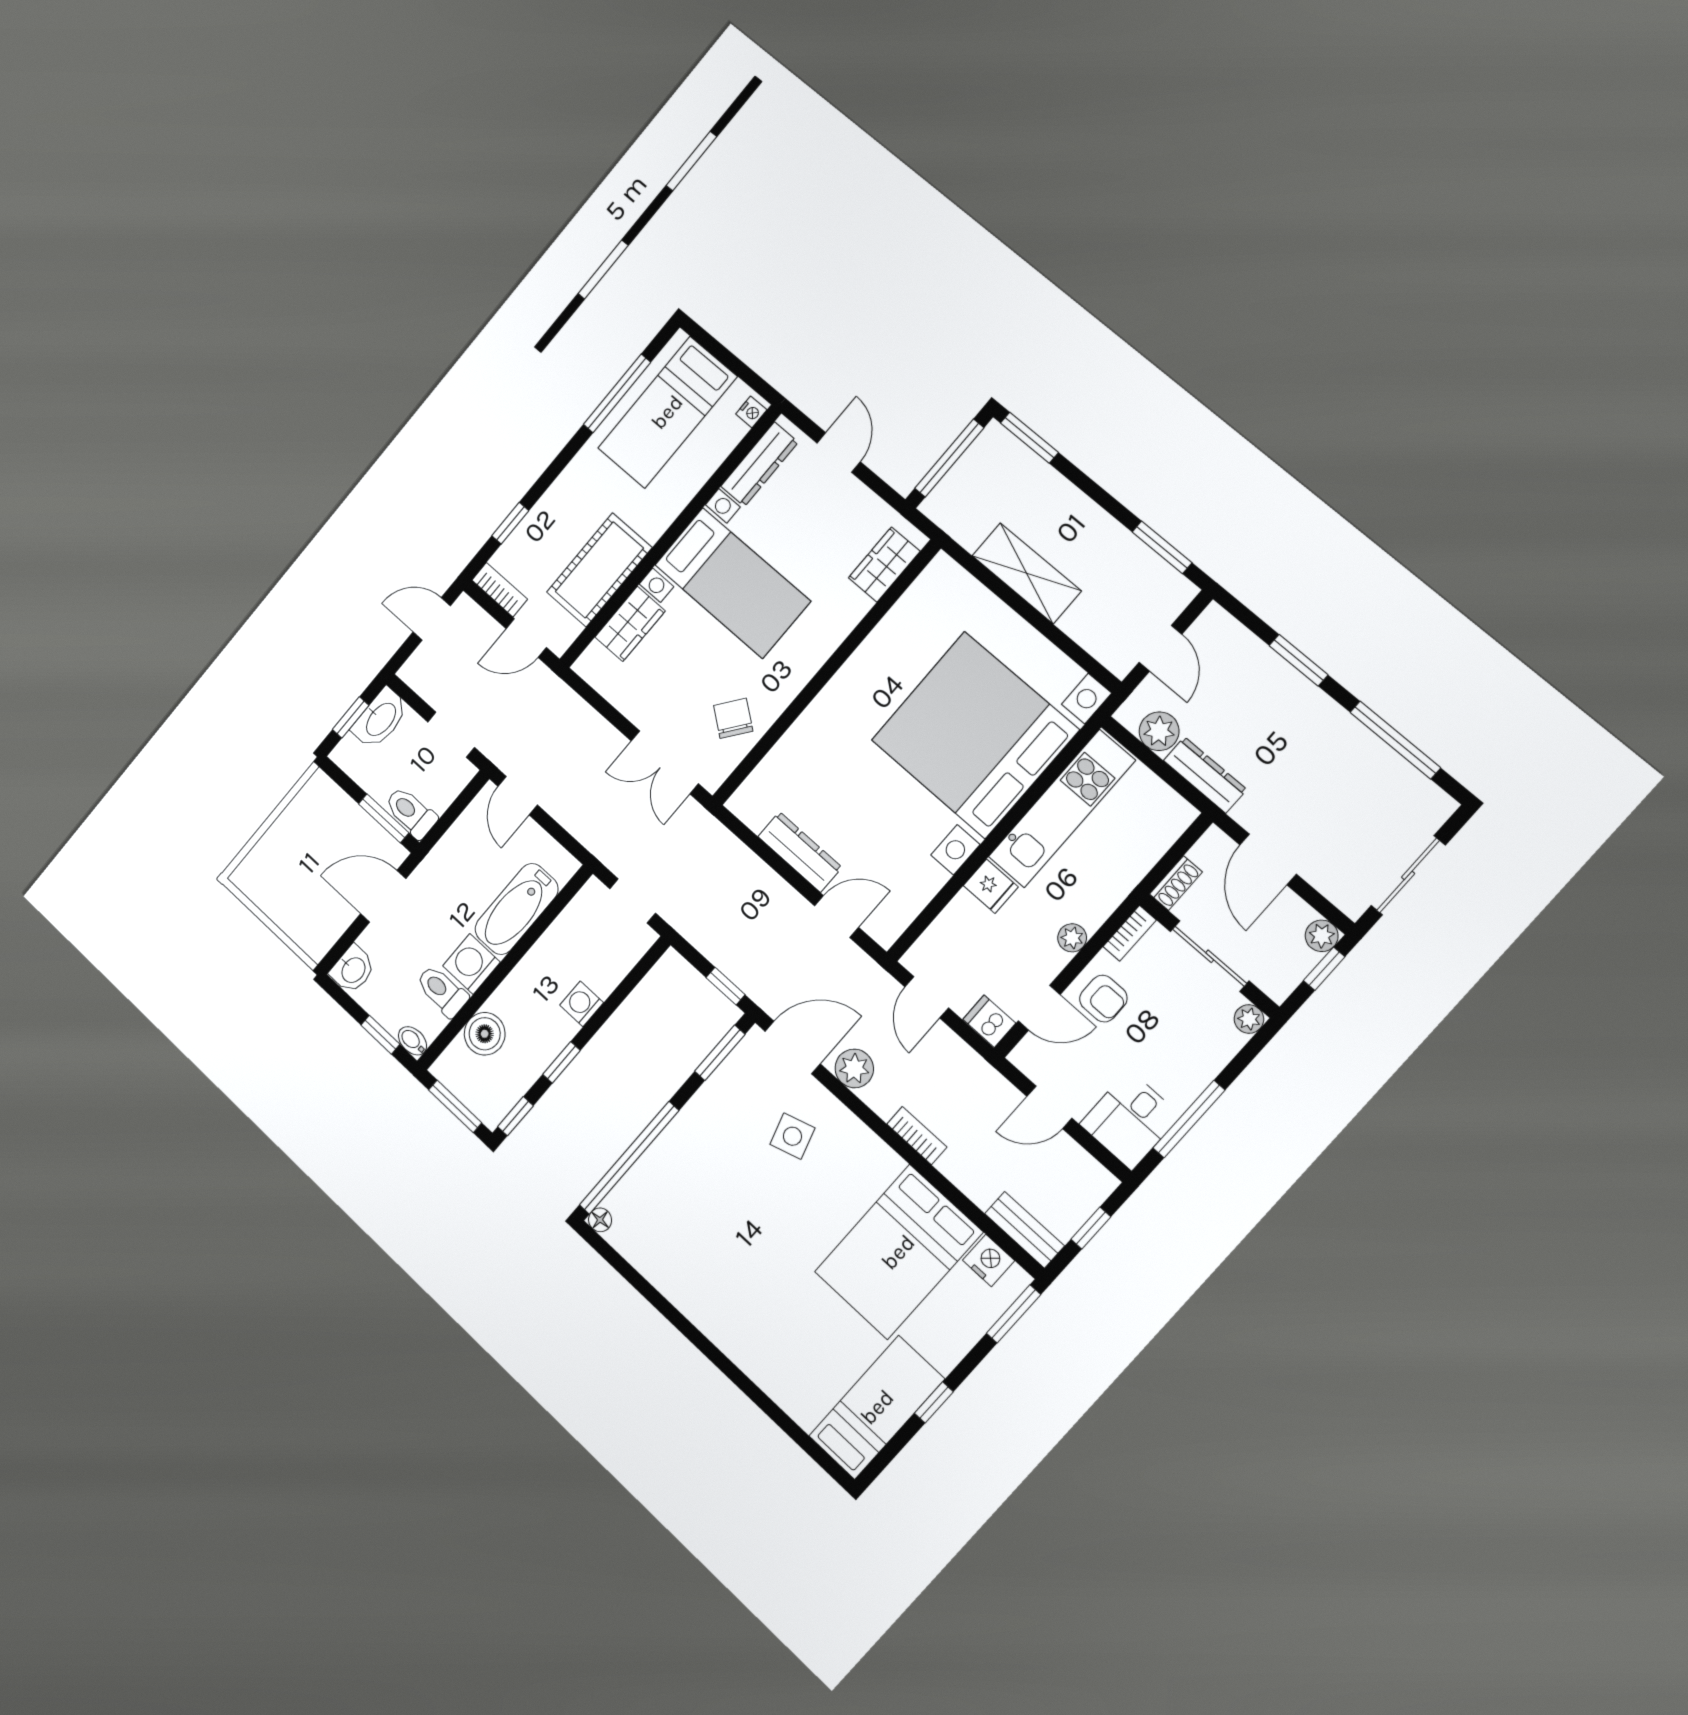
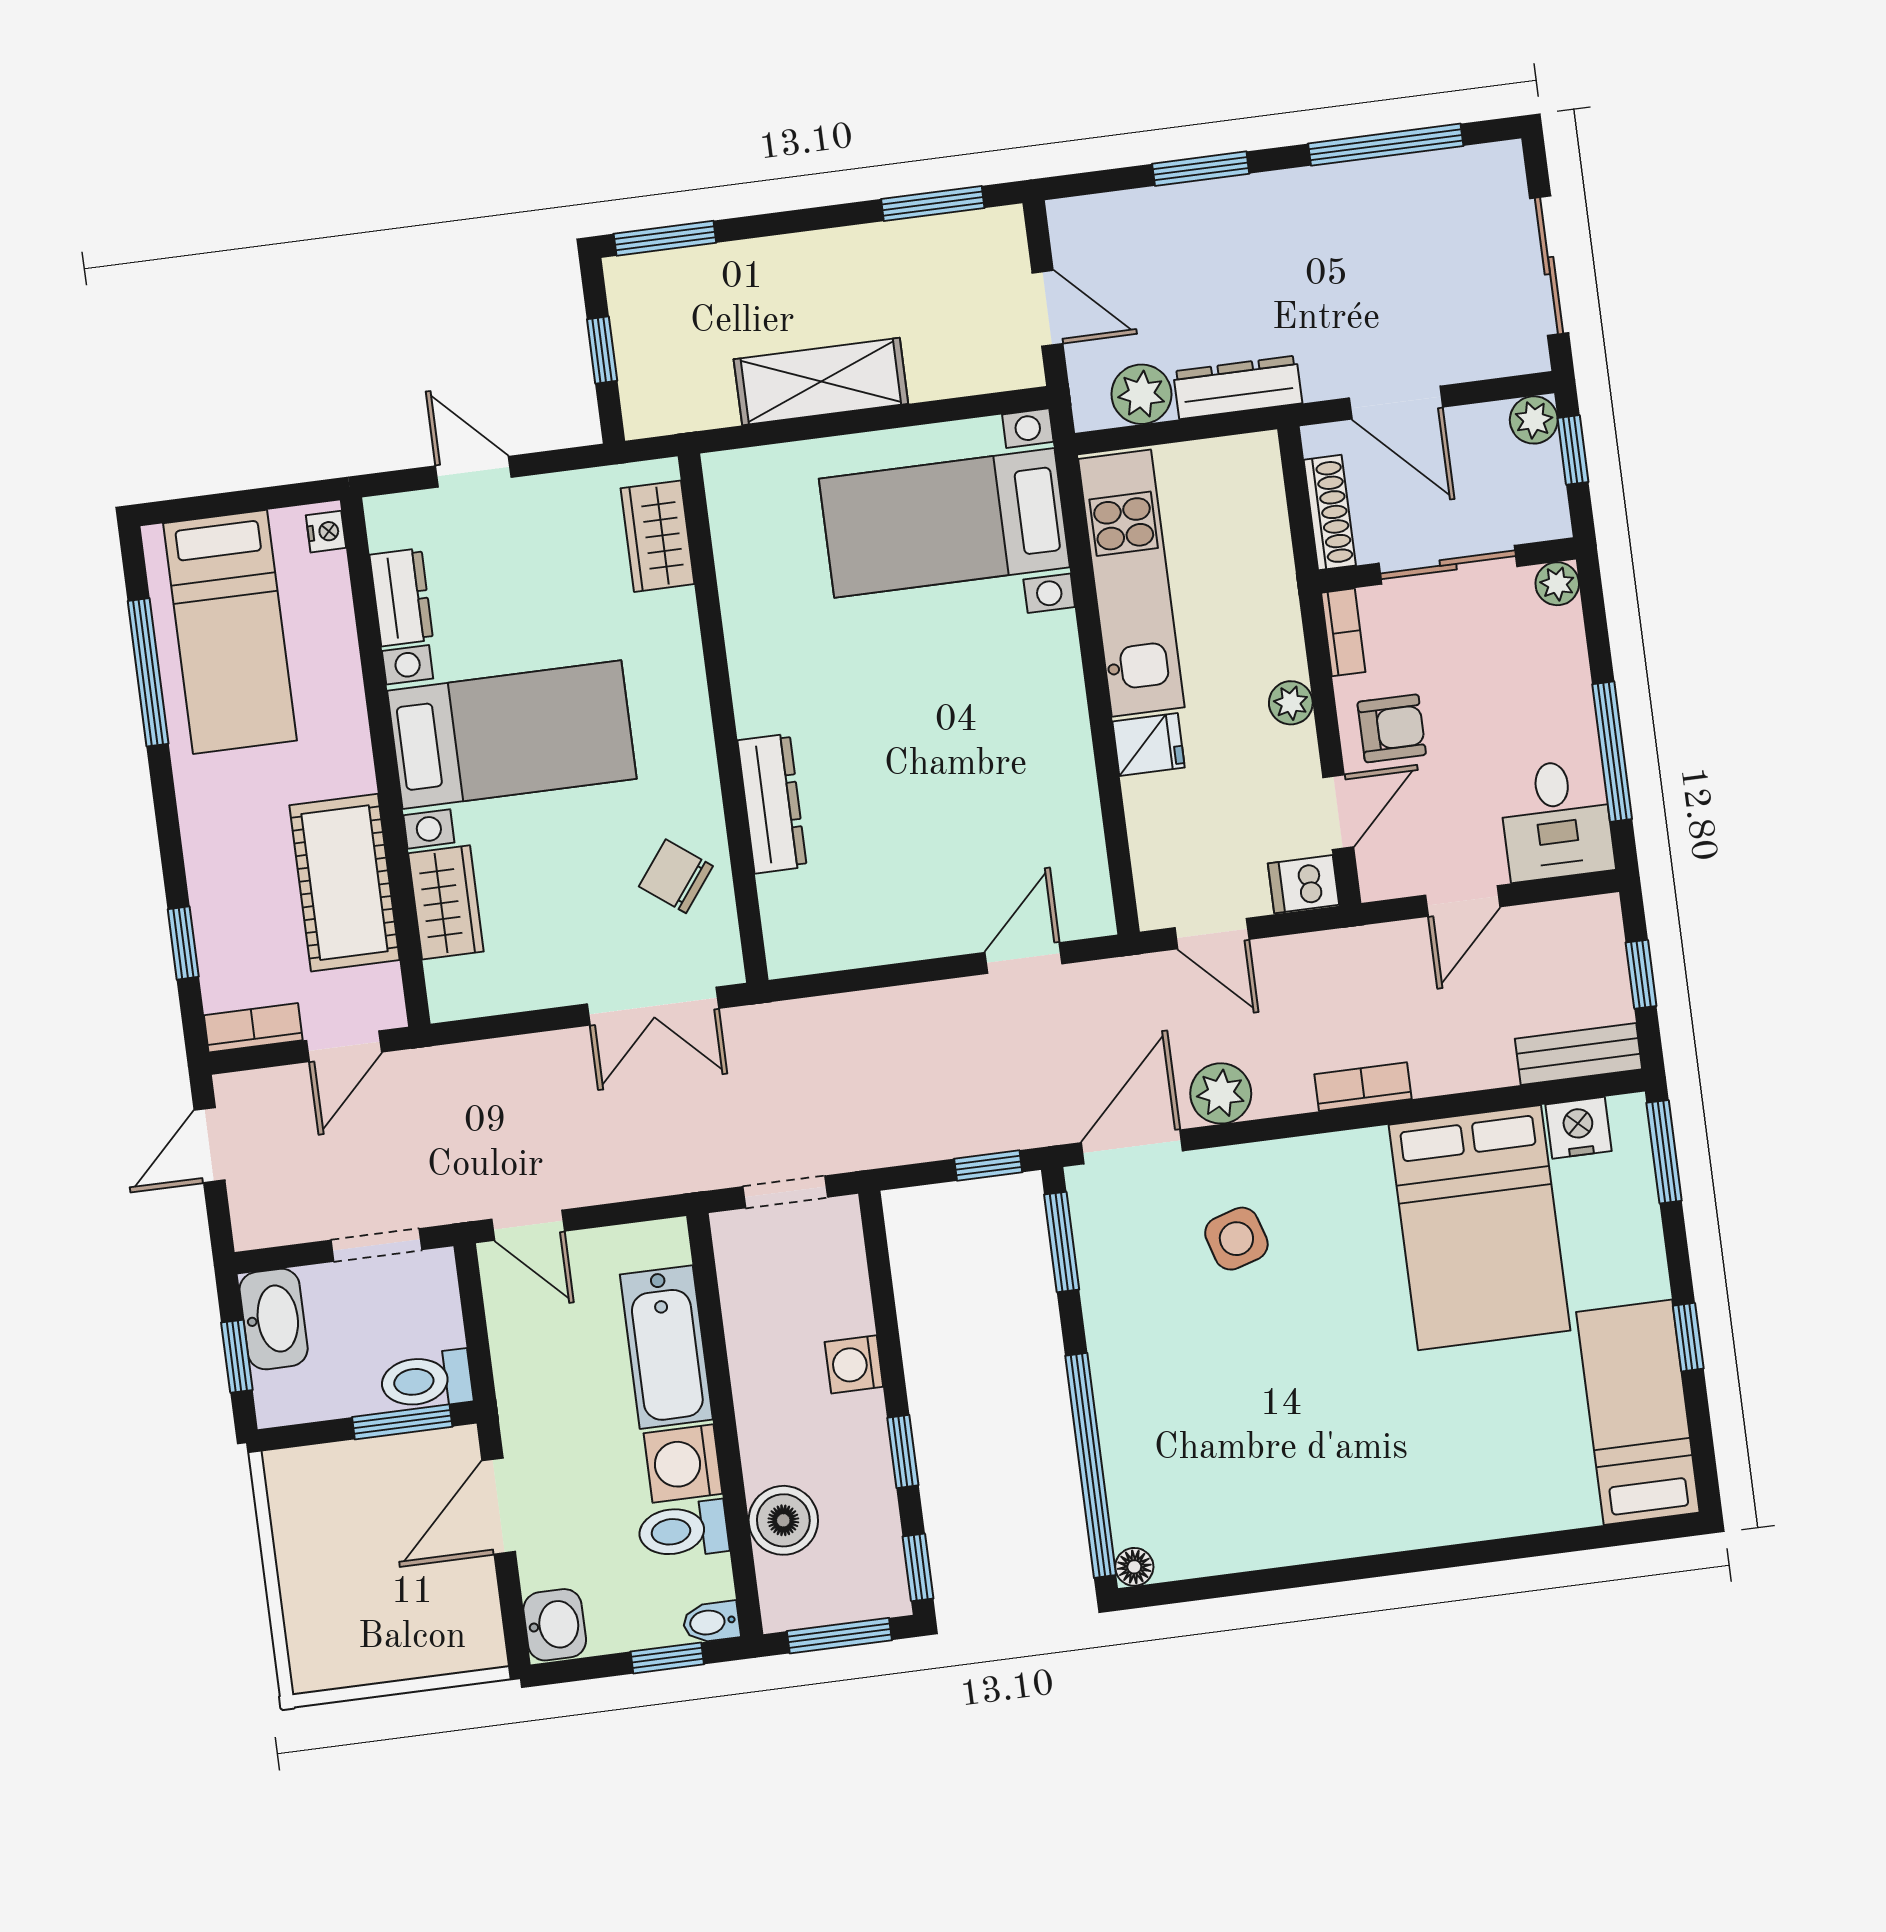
window: (949, 458) -> (602, 350), width x0.46
dresser: (759, 464) -> (401, 597), width x0.70
bed with nightstands: (975, 735) -> (944, 523), width x0.54
dresser: (800, 852) -> (772, 804), moved, turned 90
shoe rack: (1176, 883) -> (1330, 513), width x1.43

